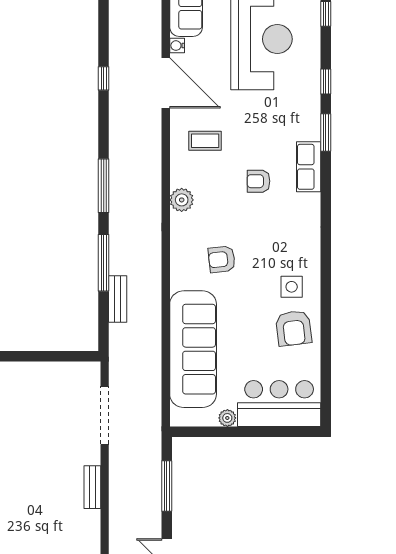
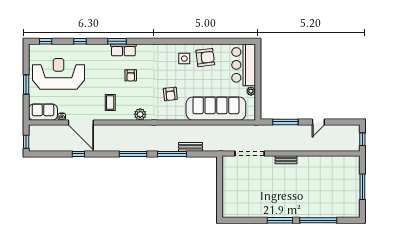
door: (166, 83) -> (81, 122), swing flipped
window: (326, 132) -> (117, 41), moved

